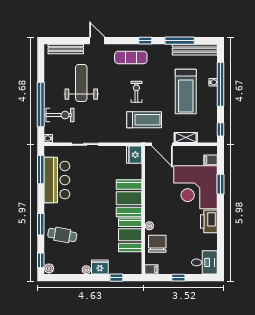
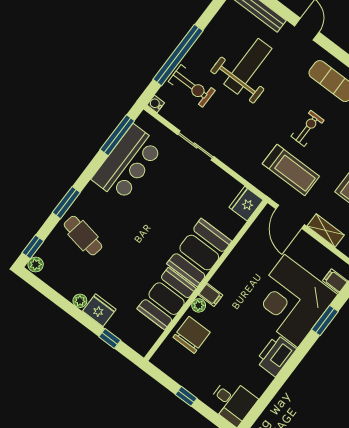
filing cabinet: (151, 269) -> (211, 295), moved

